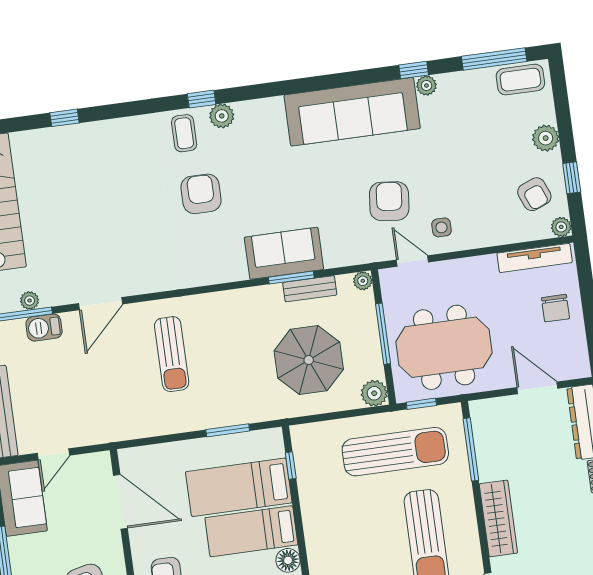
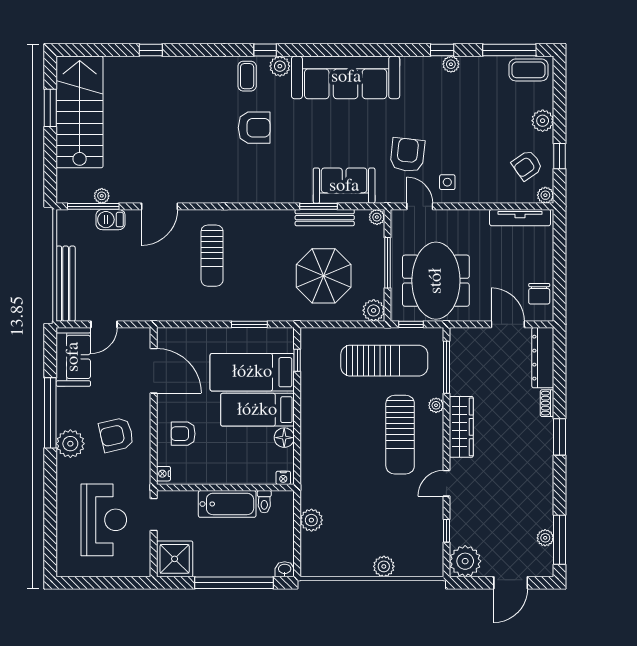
sofa: (352, 112) -> (346, 77), moved
armchair: (201, 194) -> (254, 128), turned 90
armchair: (534, 194) -> (527, 165), turned 77
sofa: (284, 253) -> (344, 186), moved
bench: (310, 289) -> (325, 218), width x1.36
chair: (555, 308) -> (539, 294), moved
meeting table: (444, 347) -> (436, 281), turned 90
plant: (465, 497) -> (436, 405), added

